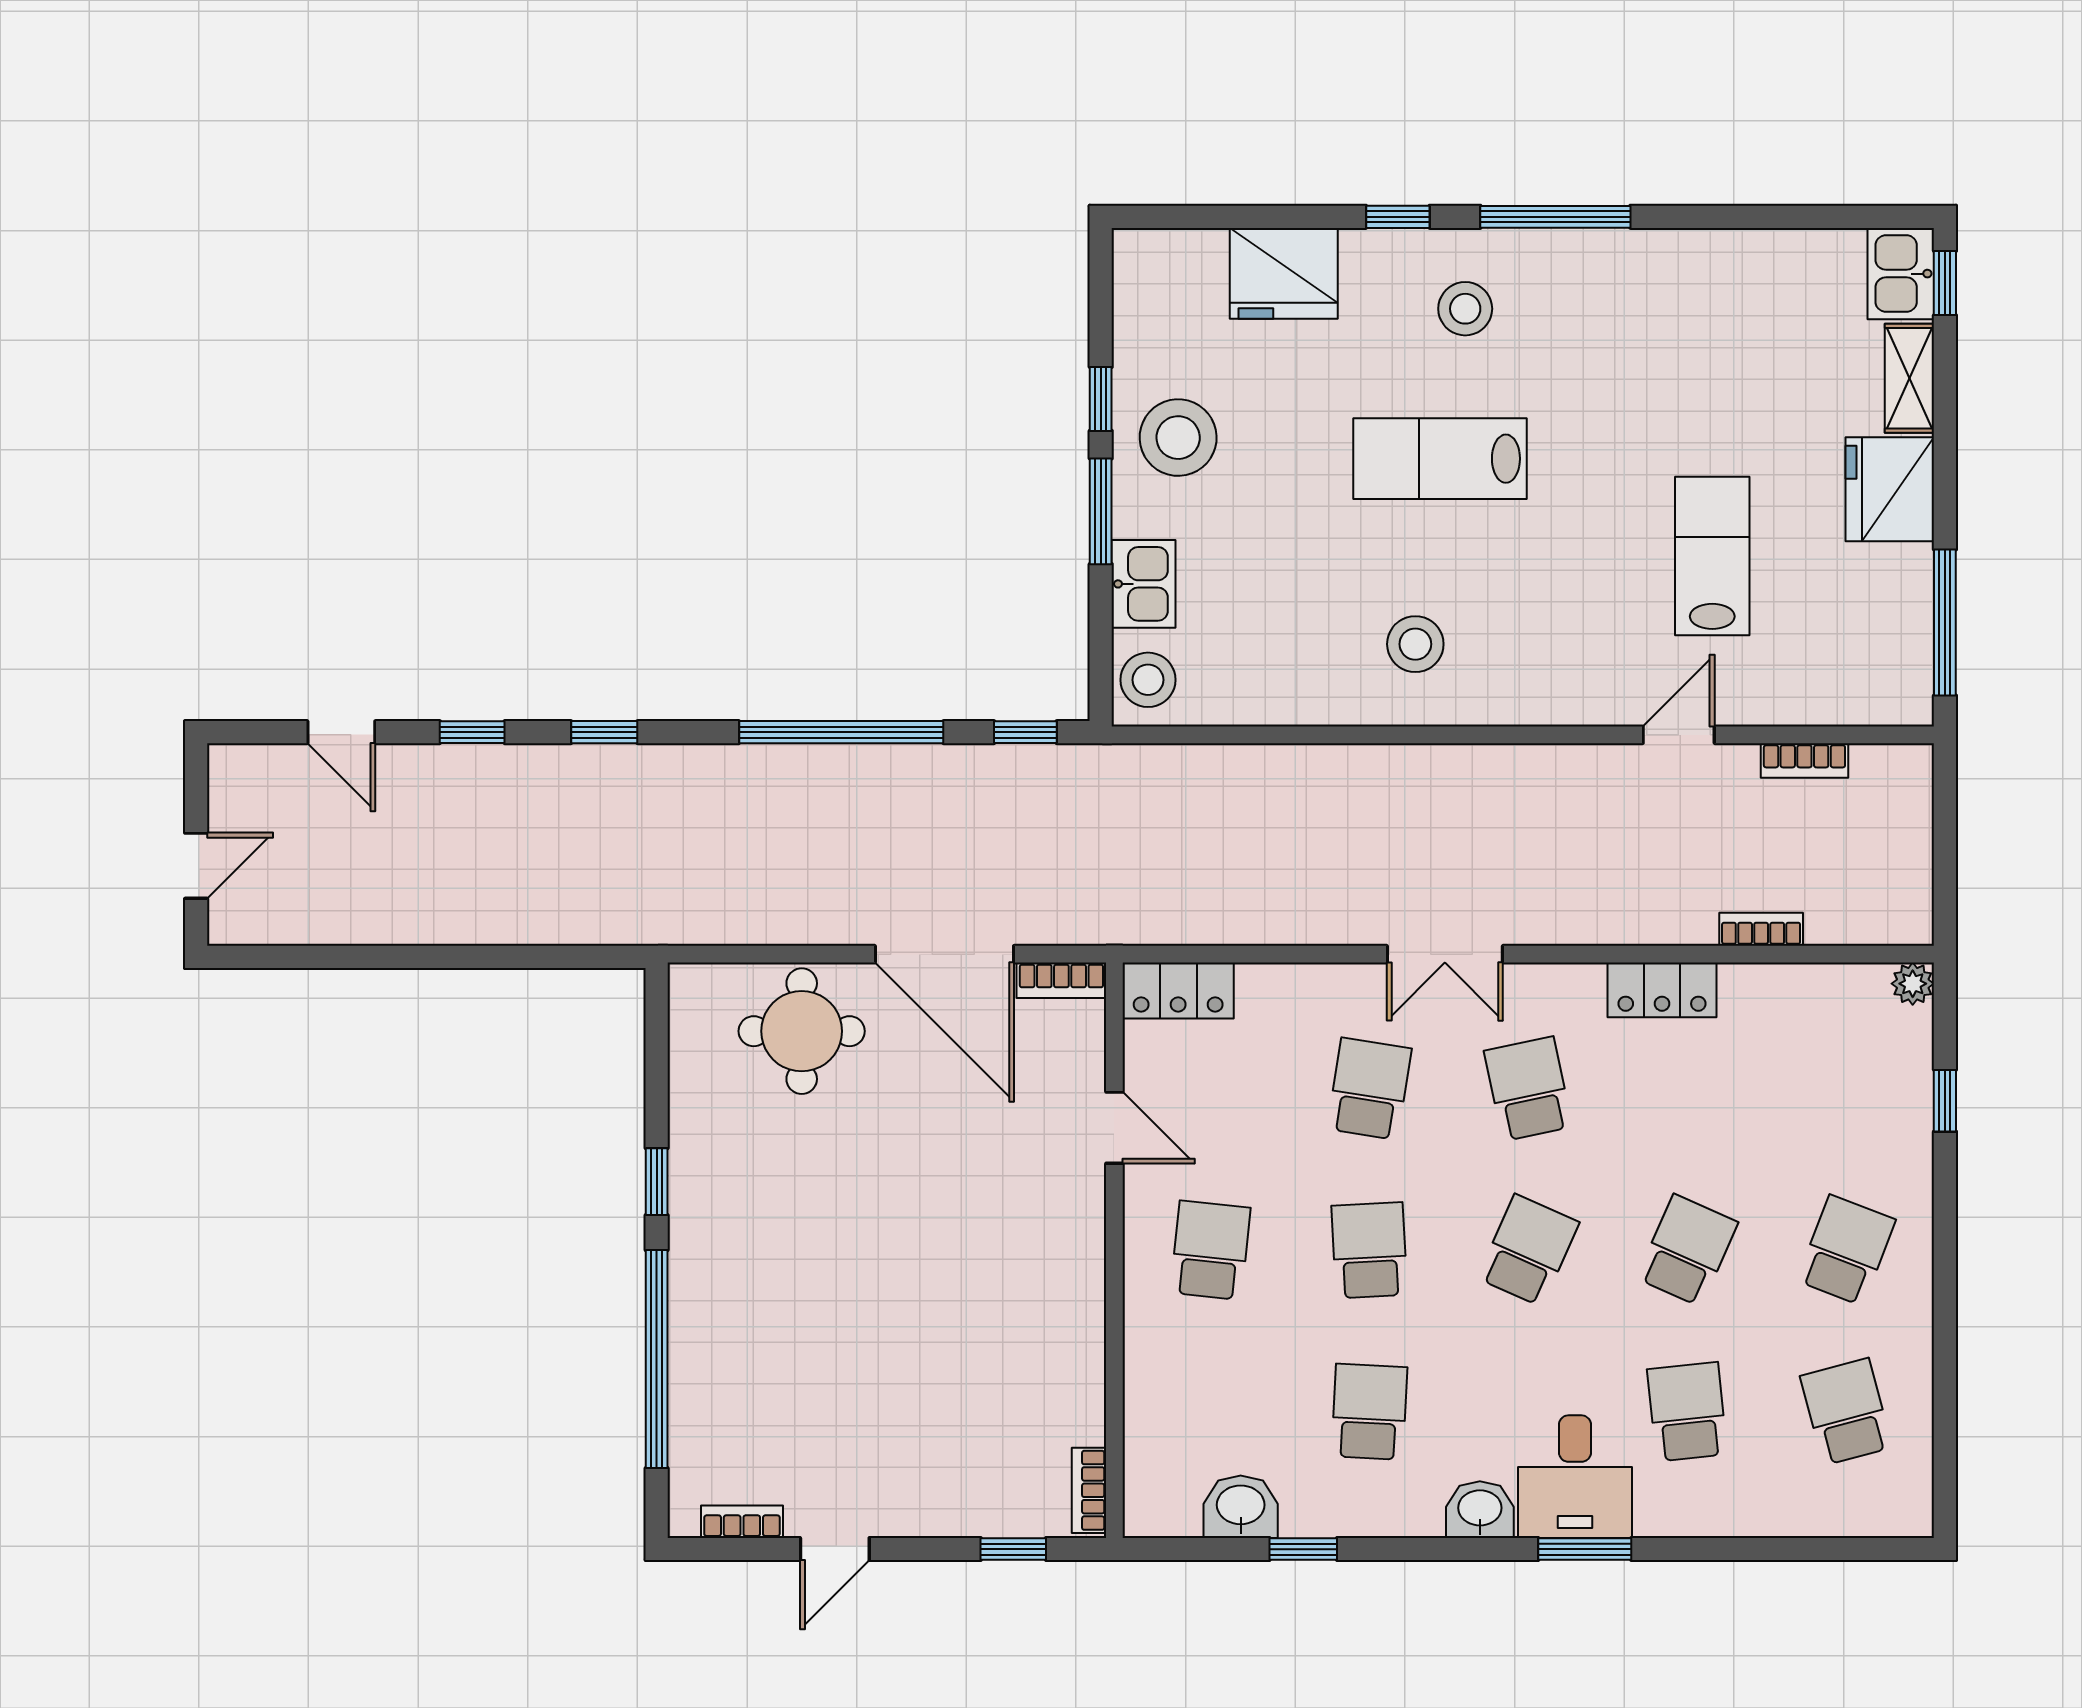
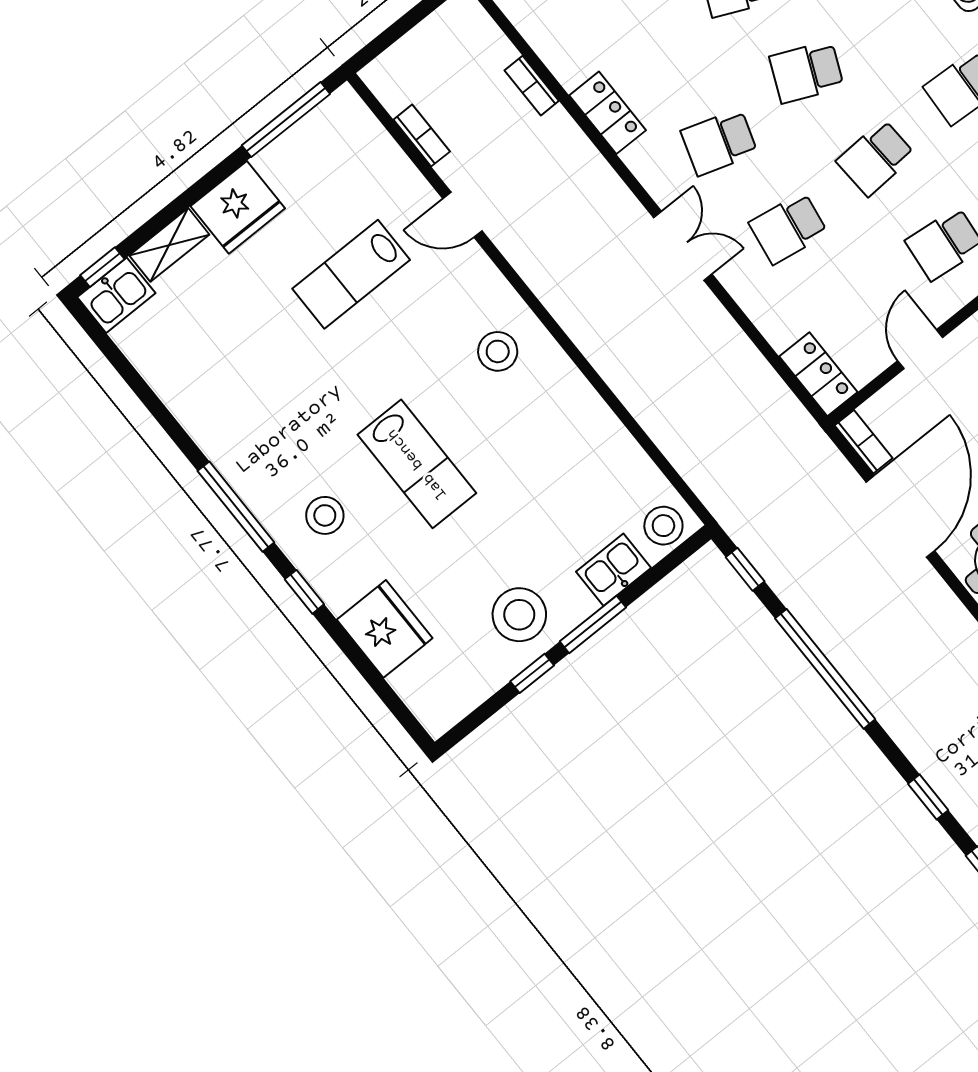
stool: (1415, 644) -> (498, 351), moved
school desk: (1528, 1089) -> (719, 142), turned 30

